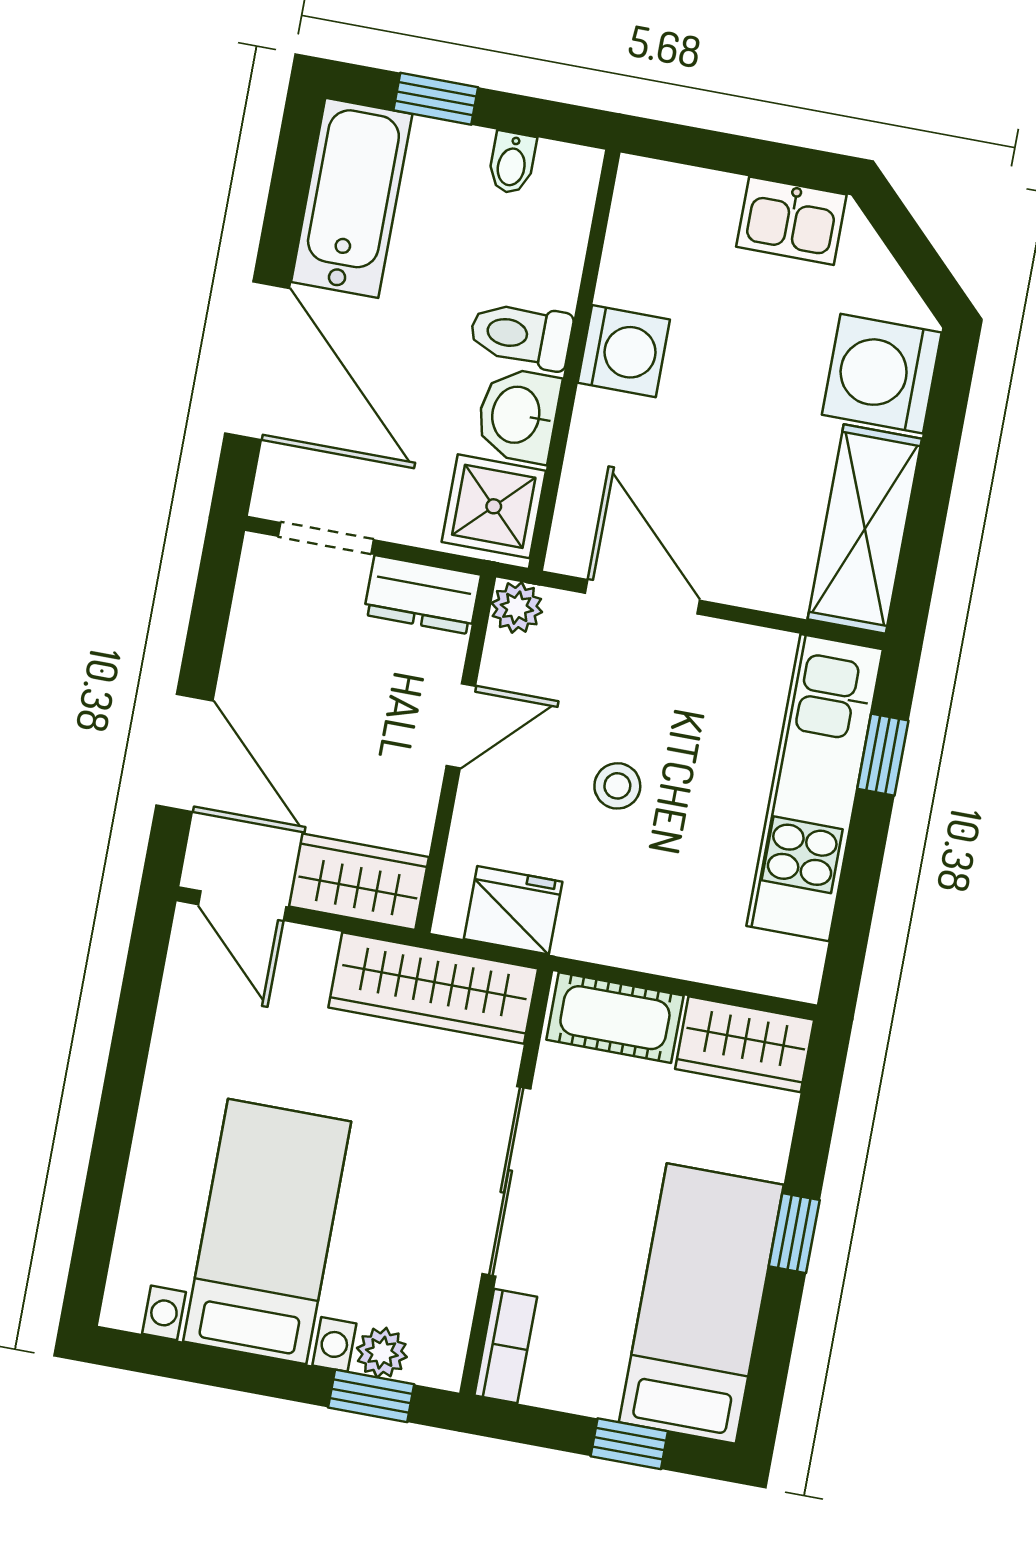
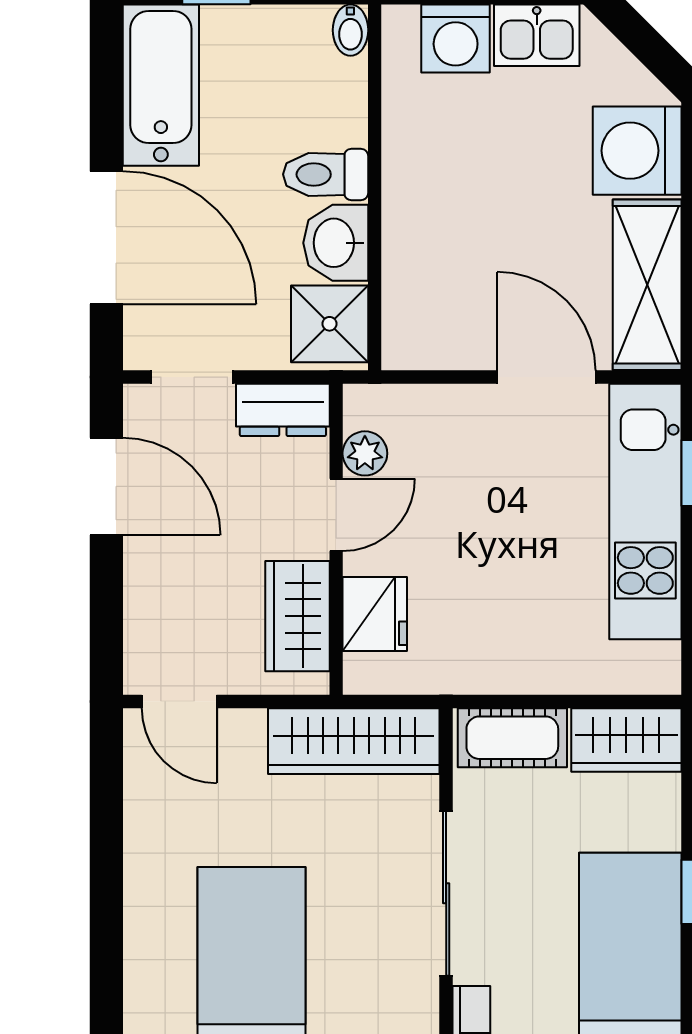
bidet: (512, 163) -> (350, 30), moved
washing machine: (624, 351) -> (456, 38), moved, turned 90
door: (642, 597) -> (546, 377), moved
plant: (517, 608) -> (365, 453), moved
door: (184, 753) -> (106, 486), moved
stool: (617, 786) -> (478, 541), removed
wardrobe: (359, 882) -> (297, 616), moved, turned -90
fridge: (513, 910) -> (375, 614), moved, turned 90

